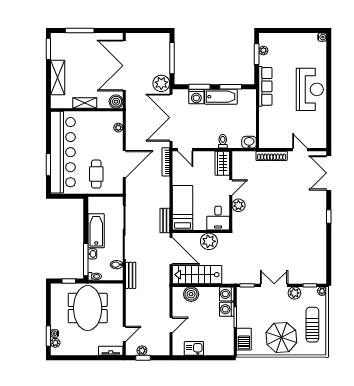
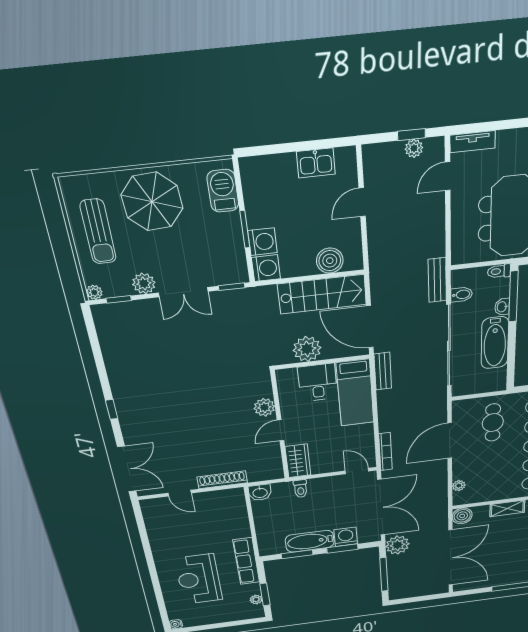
reception desk: (310, 89) -> (199, 579), moved
desk: (218, 218) -> (318, 383), moved

